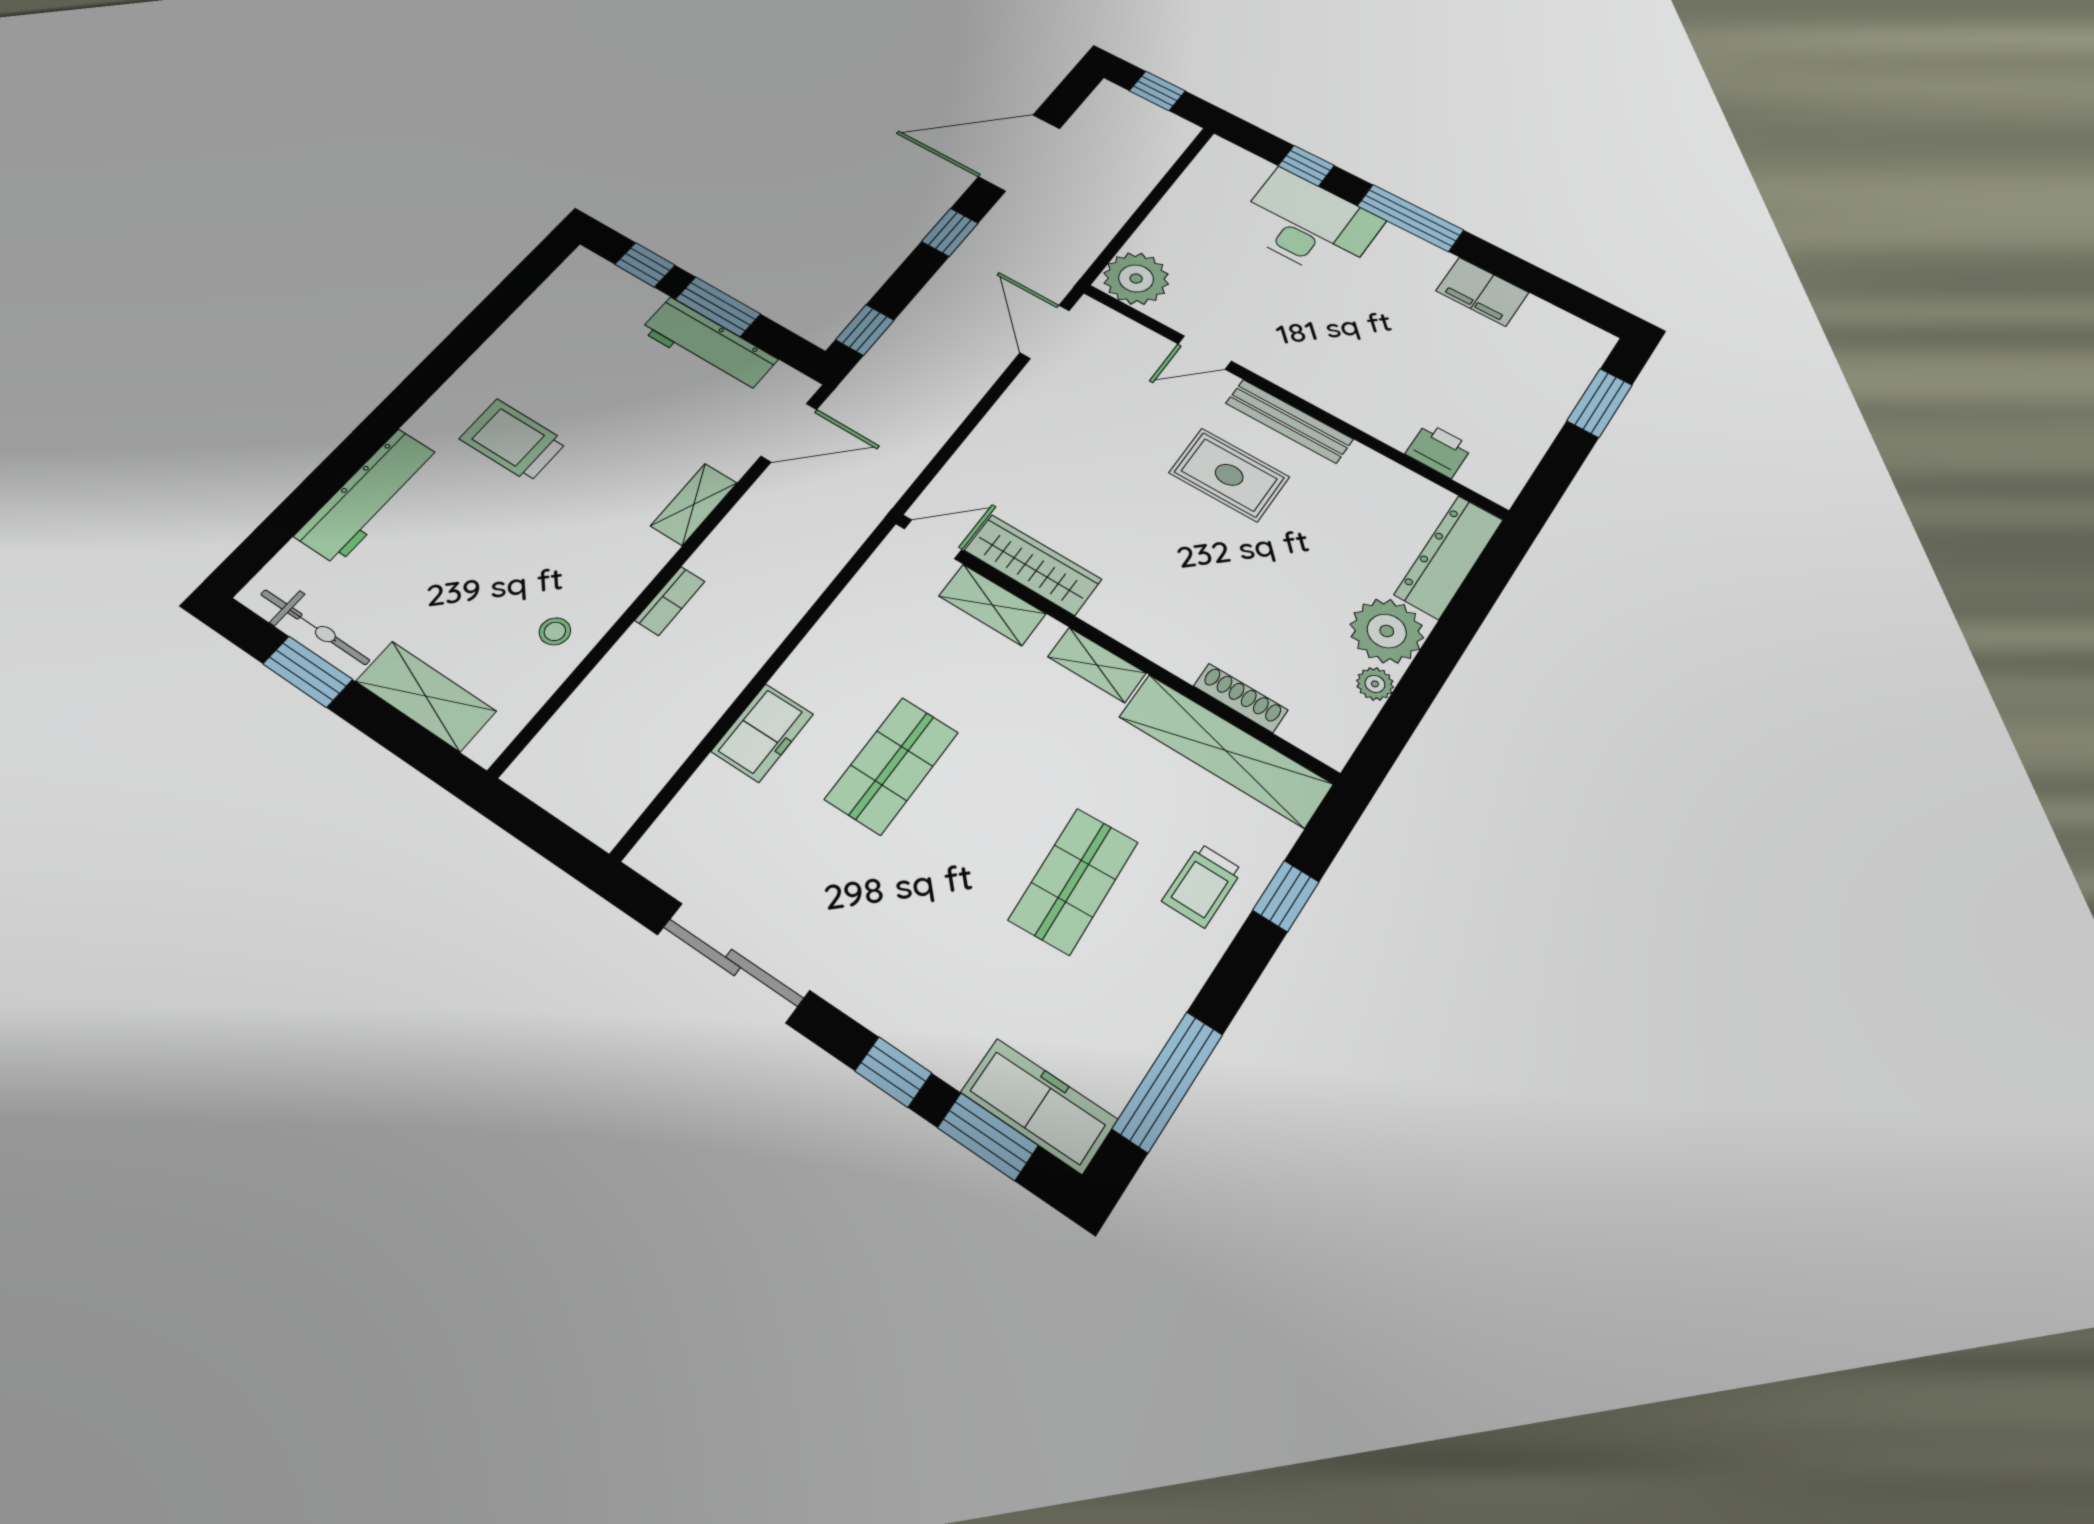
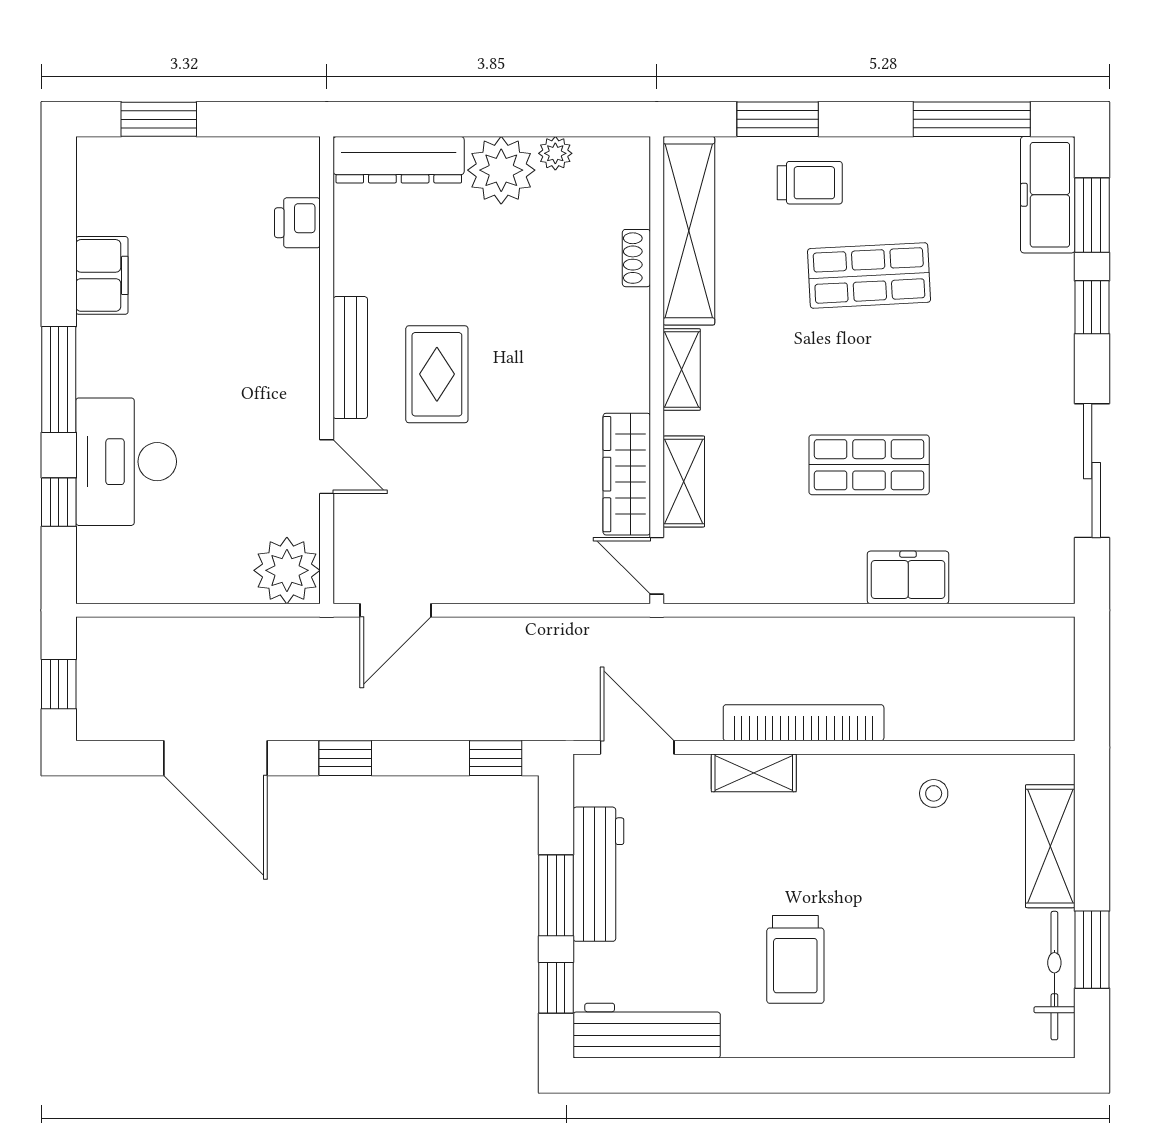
workbench: (368, 496) -> (647, 1031), moved
bookcase: (670, 601) -> (804, 723), width x2.31, depth x1.31
shoe rack: (1241, 698) -> (636, 258), width x0.70
window: (1286, 896) -> (778, 119), width x1.50

